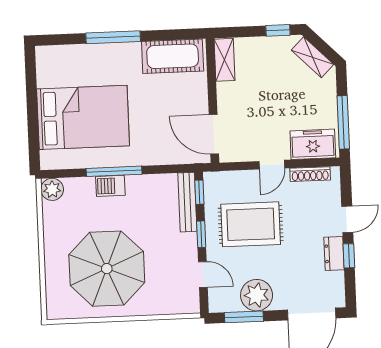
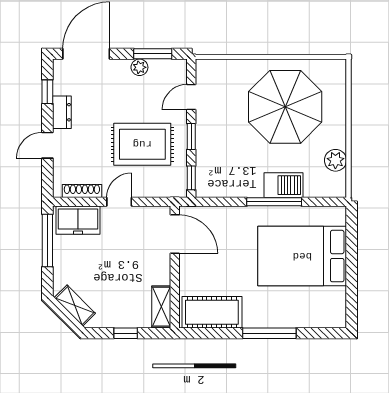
window: (278, 30) -> (126, 333), moved
barbecue: (110, 186) -> (284, 185), width x1.38, depth x1.27
plant: (52, 189) -> (335, 160), moved
bench: (187, 202) -> (204, 169), removed
window: (349, 256) -> (47, 92), moved
door: (203, 275) -> (191, 97), hinge flipped
plant: (257, 295) -> (139, 67), width x0.53, depth x0.53

